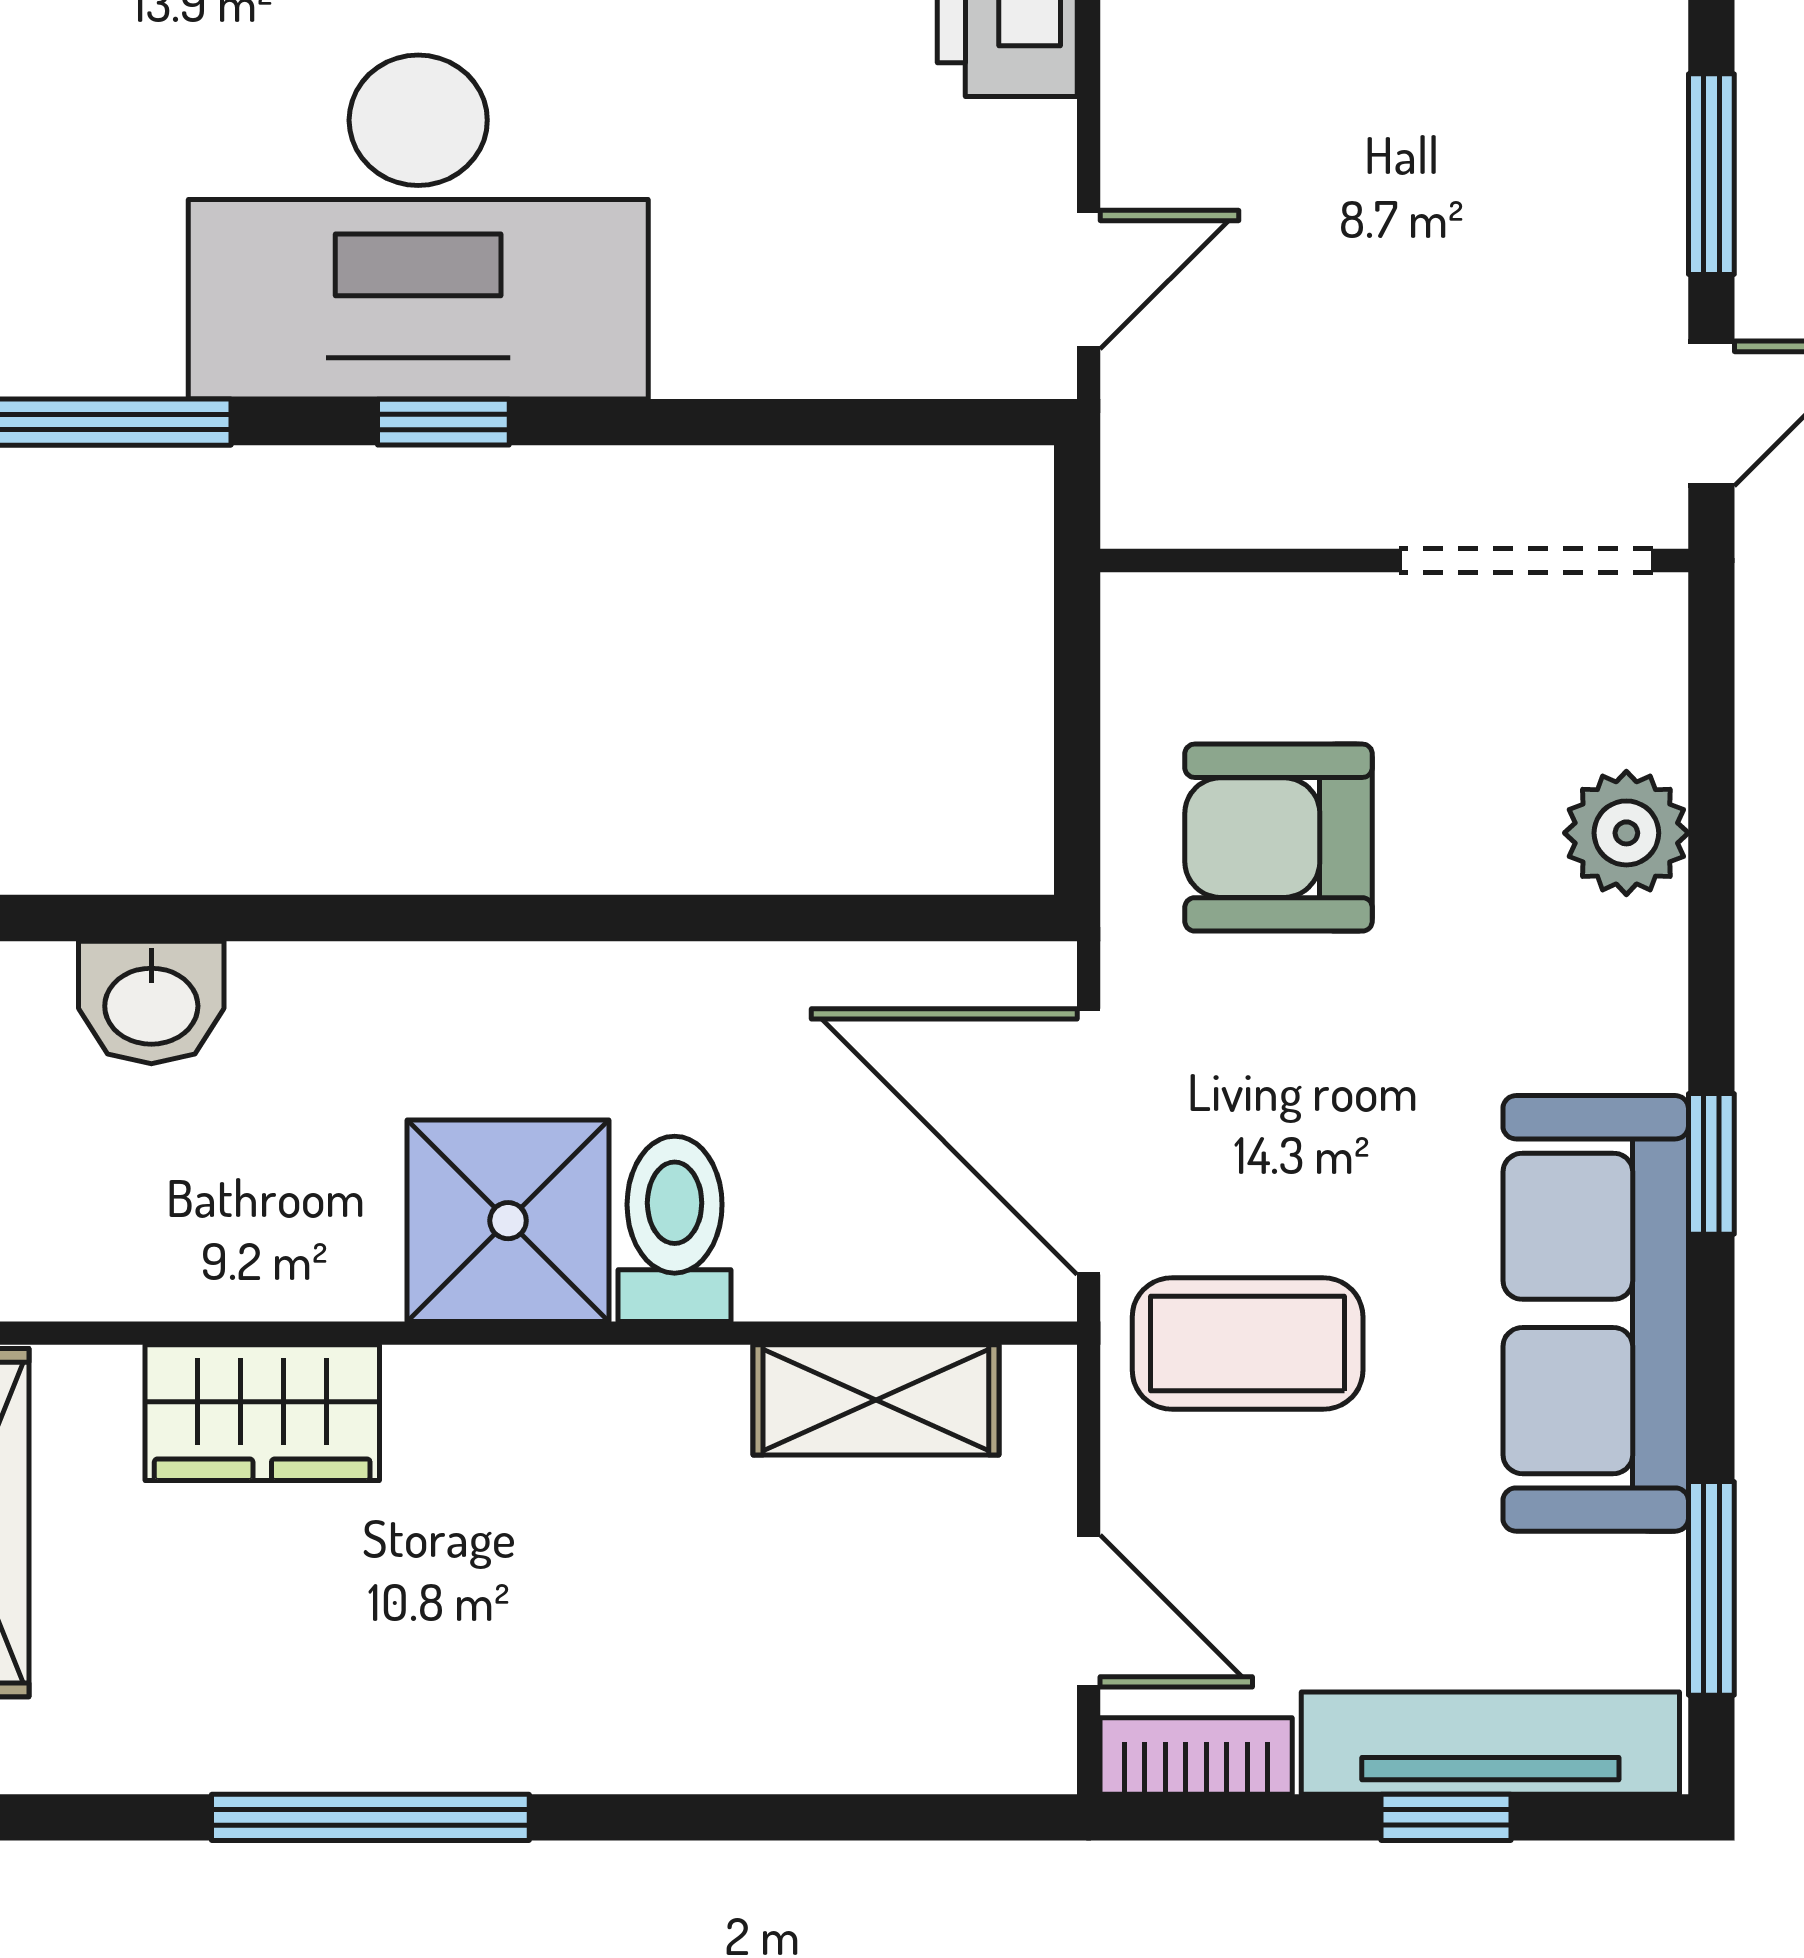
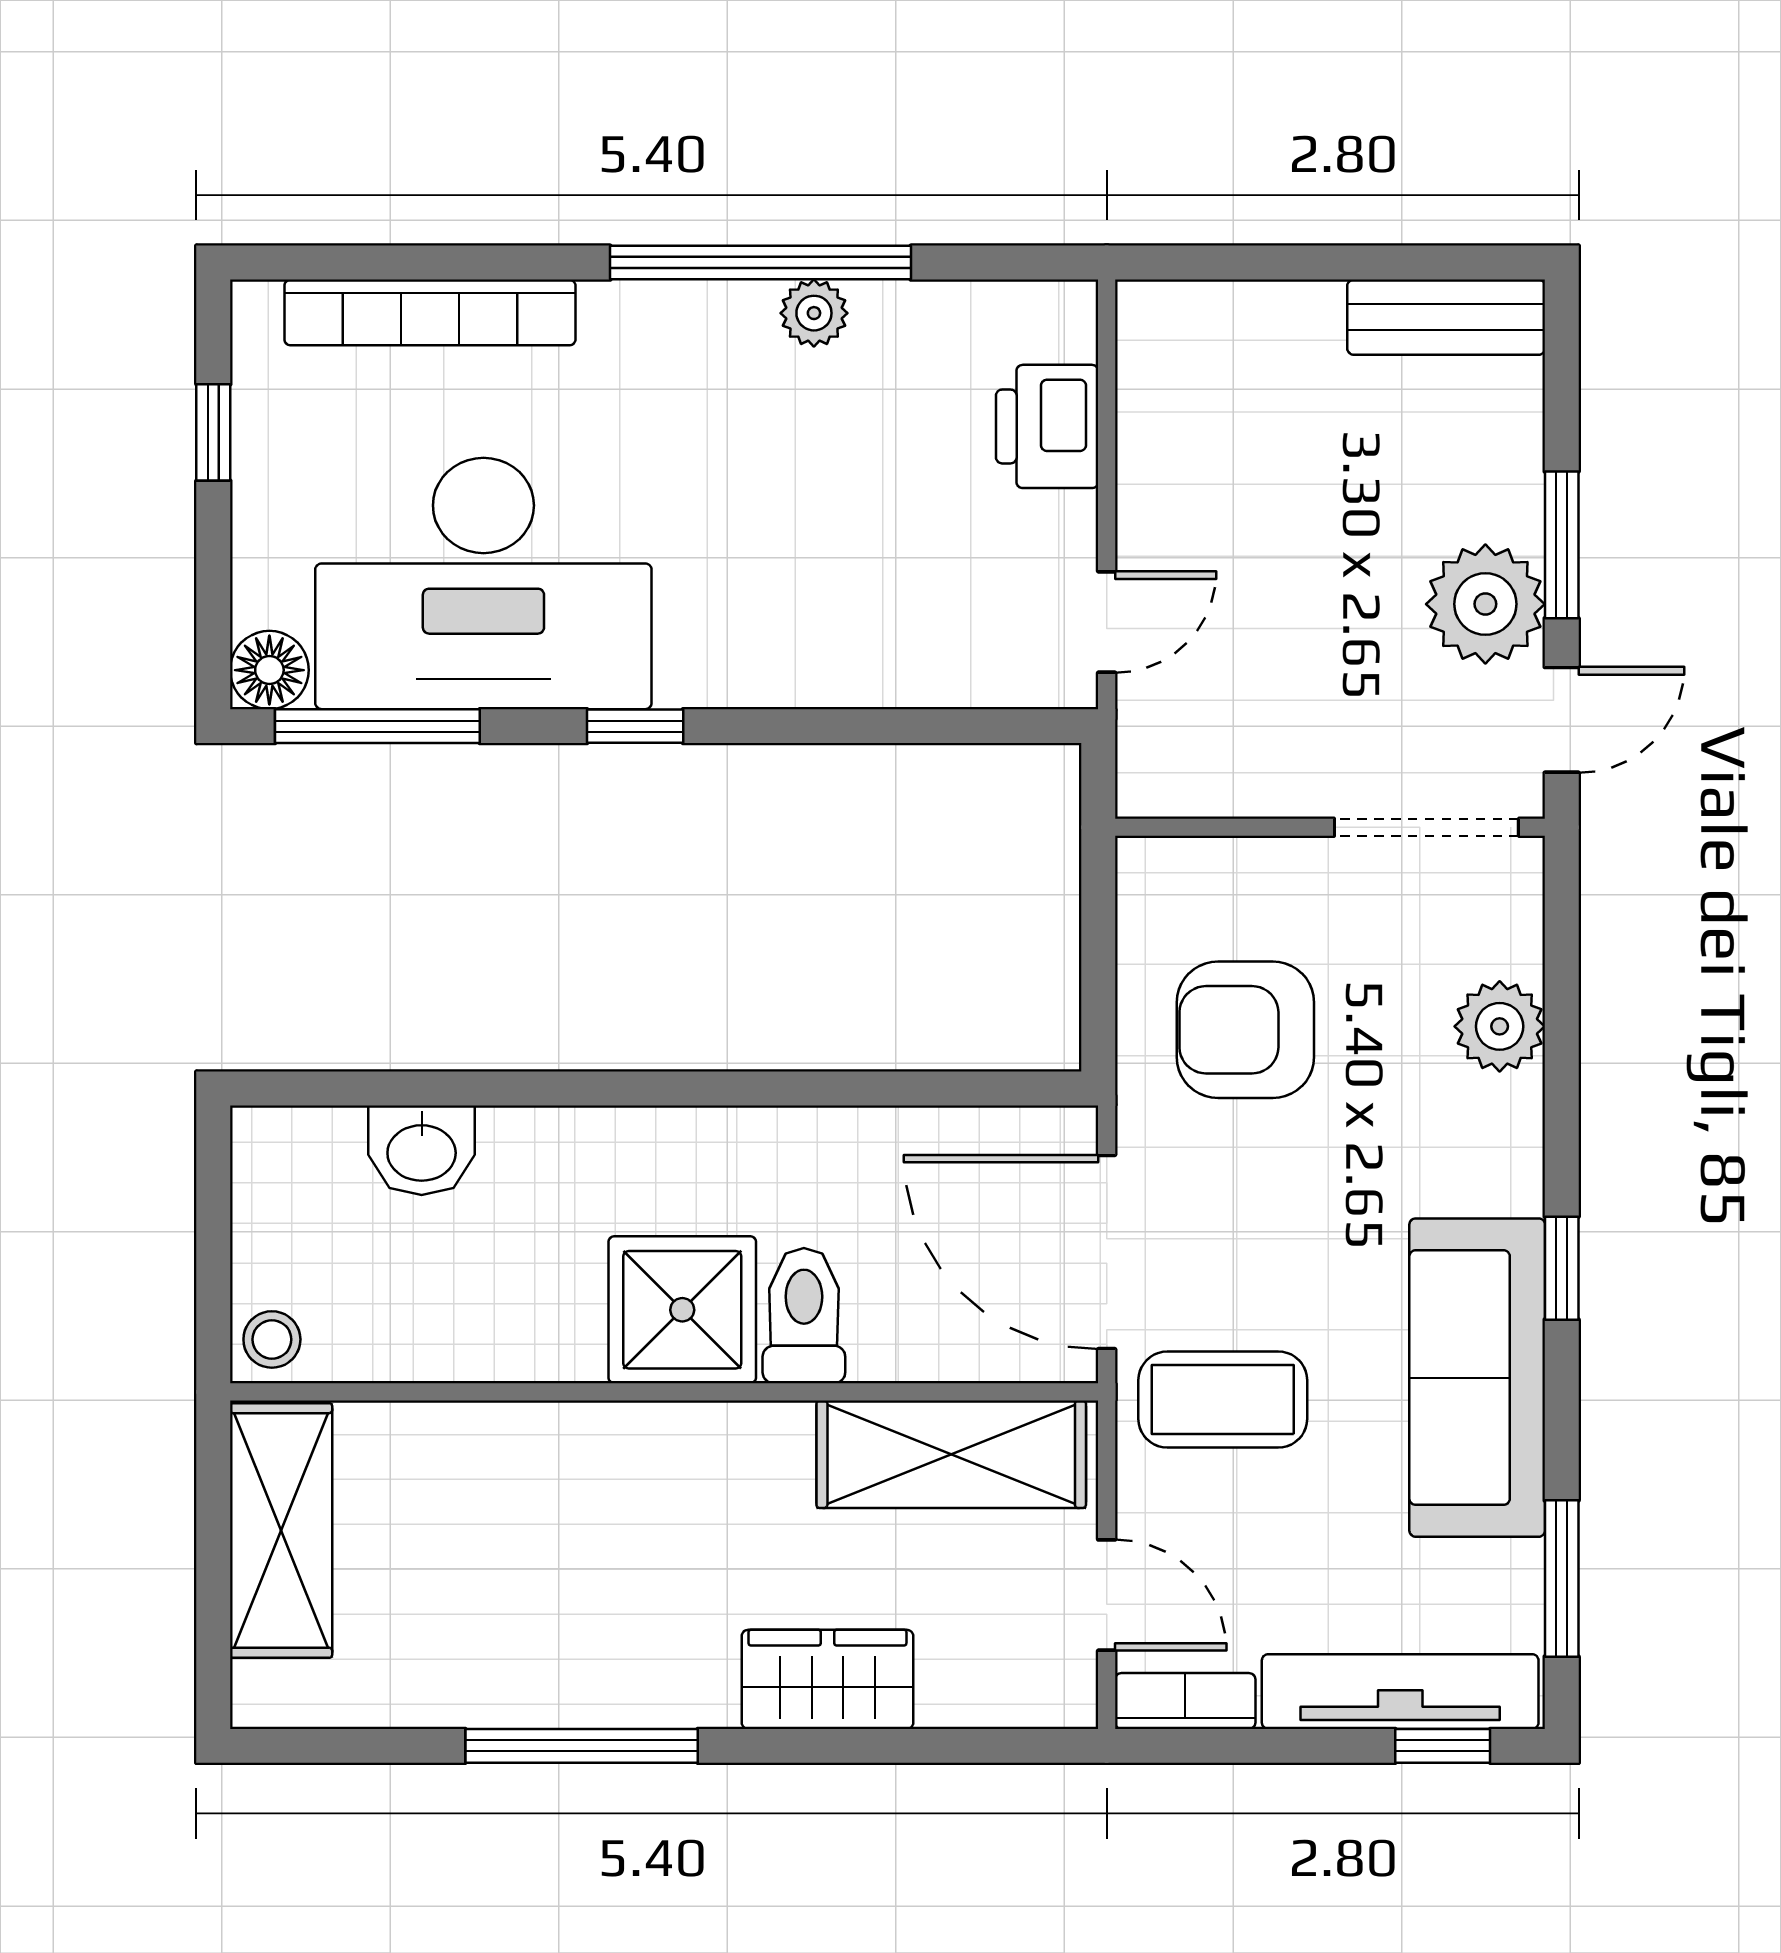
desk: (418, 227) -> (483, 583), moved
plant: (1607, 255) -> (1485, 604), added
shelving: (876, 1400) -> (951, 1454), width x1.50, depth x1.33
wardrobe: (262, 1413) -> (827, 1679), moved, turned 180
window: (1446, 1817) -> (1443, 1746), moved

